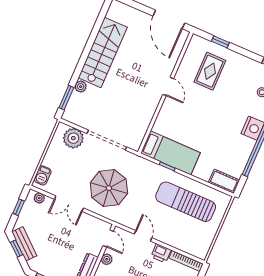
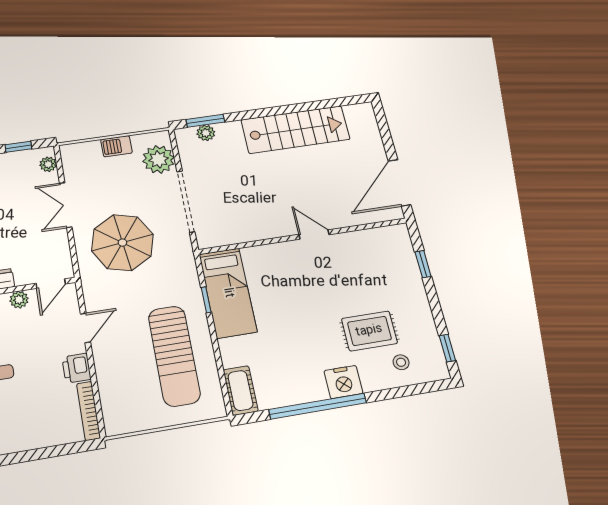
rug: (210, 71) -> (369, 331), moved
door: (168, 86) -> (314, 235), swing flipped
plant: (81, 87) -> (206, 133), moved
barbecue: (43, 175) -> (116, 146), moved
sun lounger: (186, 202) -> (174, 356), turned 180

